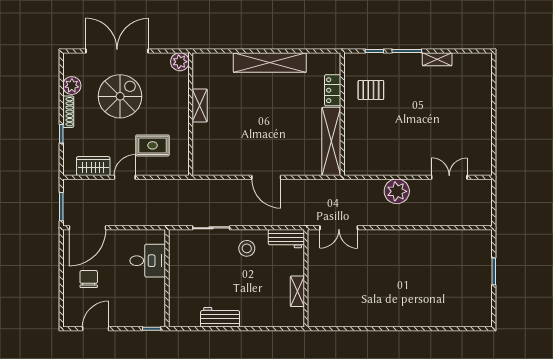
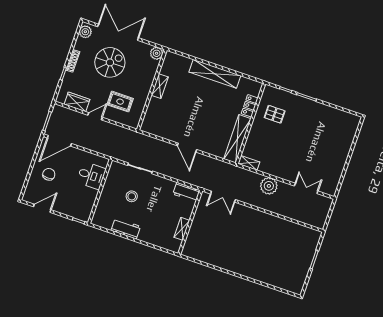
shelving: (437, 59) -> (249, 163), moved
plant: (72, 86) -> (85, 32), moved
stool: (247, 248) -> (132, 196), moved

